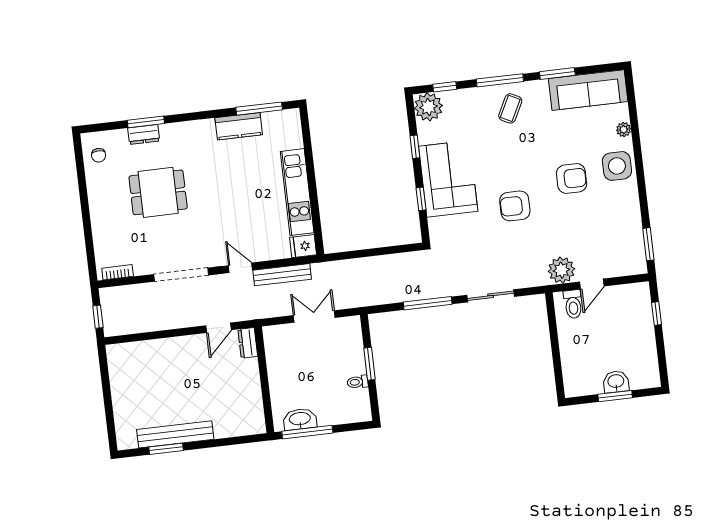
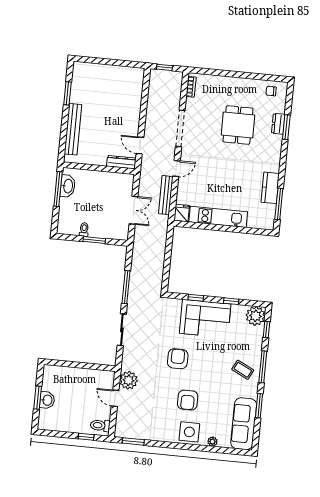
toilet: (573, 304) -> (100, 425), moved
dresser: (248, 343) -> (121, 162), width x1.44
bench: (175, 434) -> (73, 129), moved

